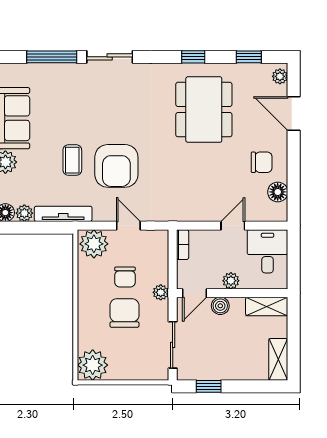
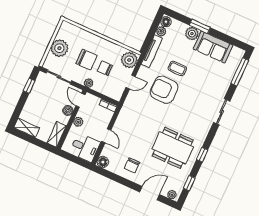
window: (52, 57) -> (240, 72), moved
floor lamp: (278, 192) -> (103, 162), moved
plant: (93, 365) -> (59, 48), moved

